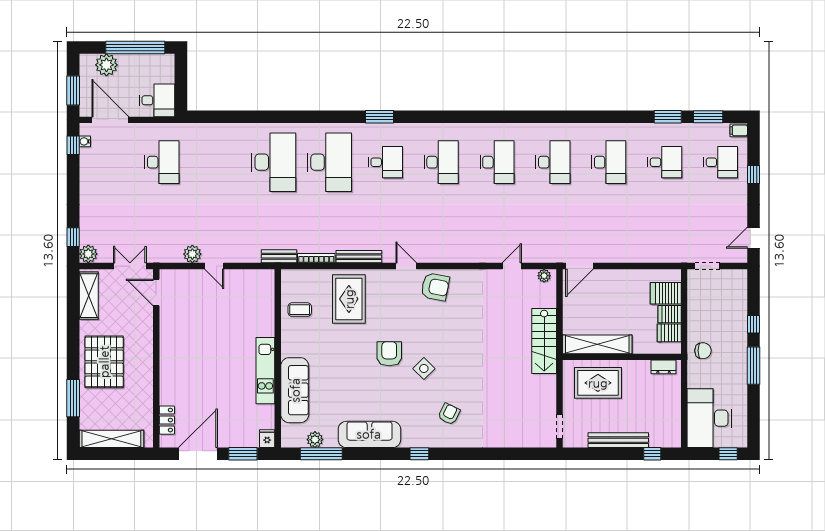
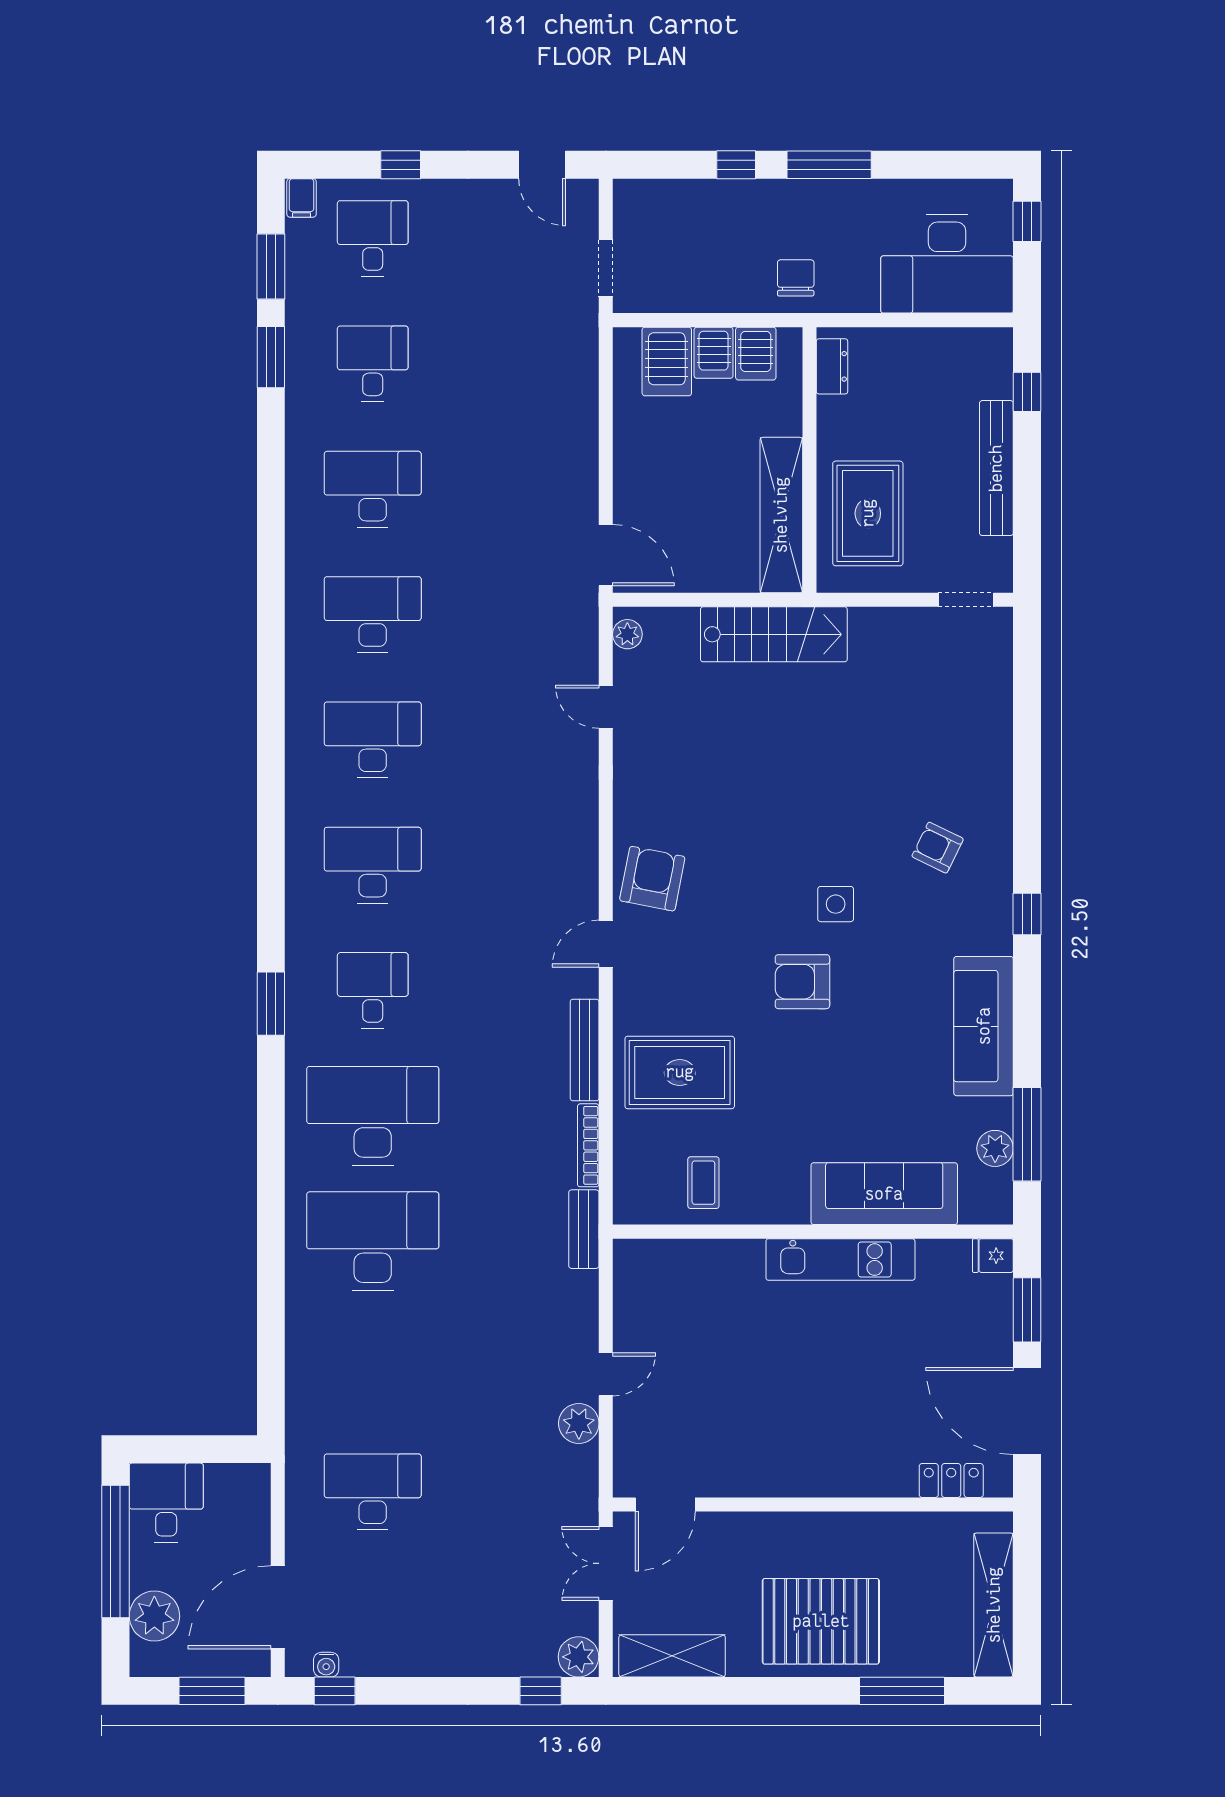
desk: (157, 100) -> (166, 1503), moved
side table: (424, 369) -> (836, 904), turned 45

